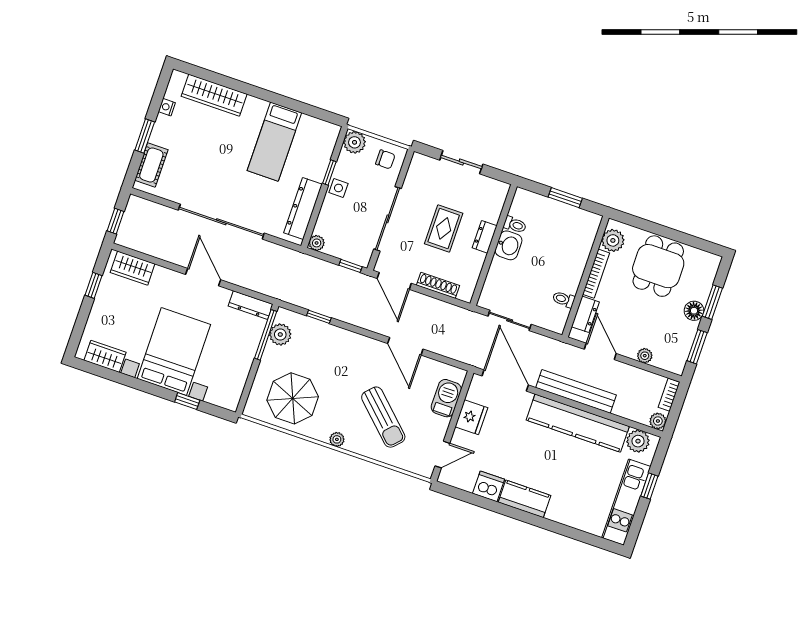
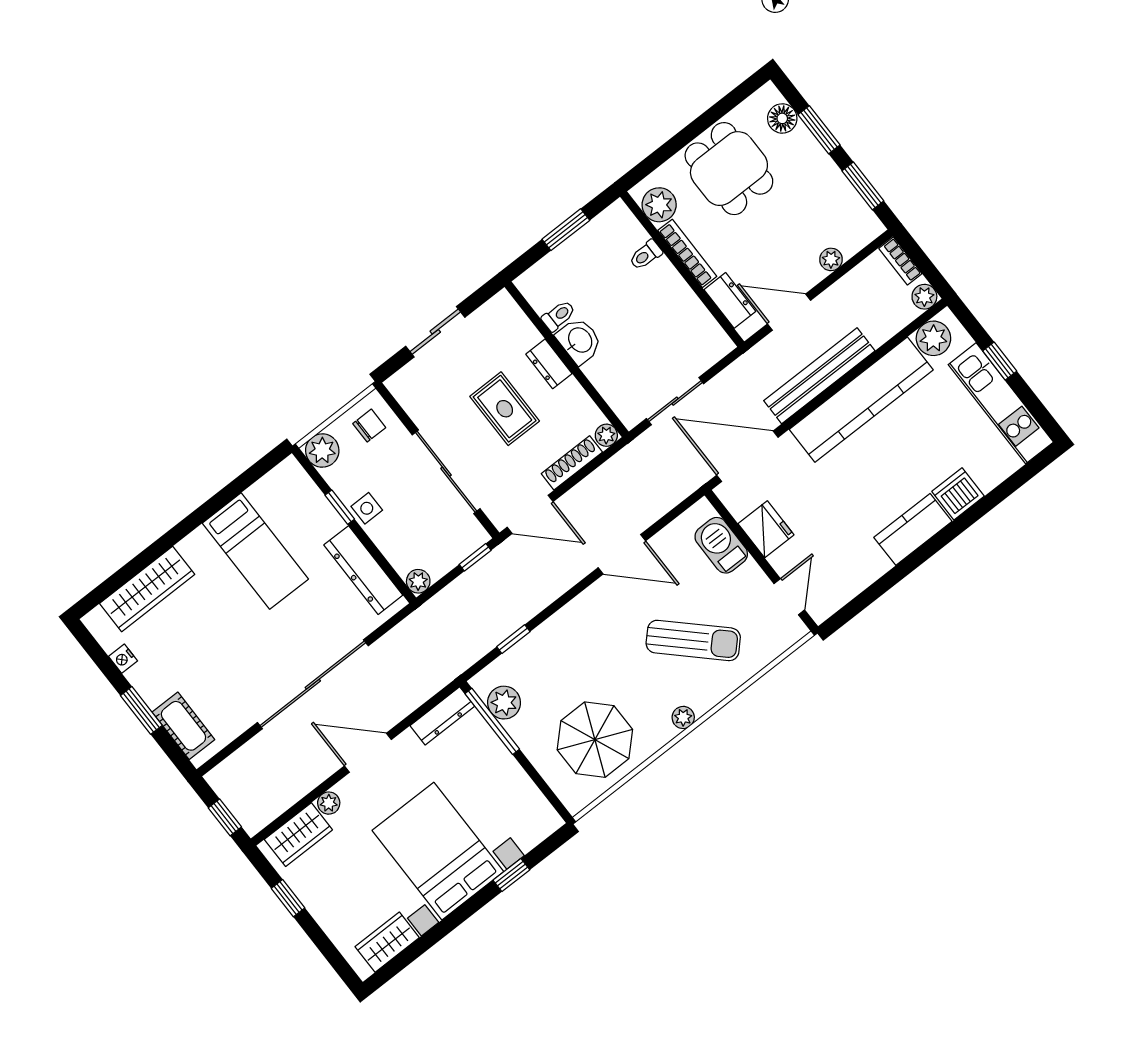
plant: (161, 274) -> (329, 803), added
plant: (466, 295) -> (606, 435), added
toilet: (564, 299) -> (646, 255), moved
floor lamp: (694, 311) -> (782, 118), moved
dishwasher: (489, 486) -> (958, 494), moved

